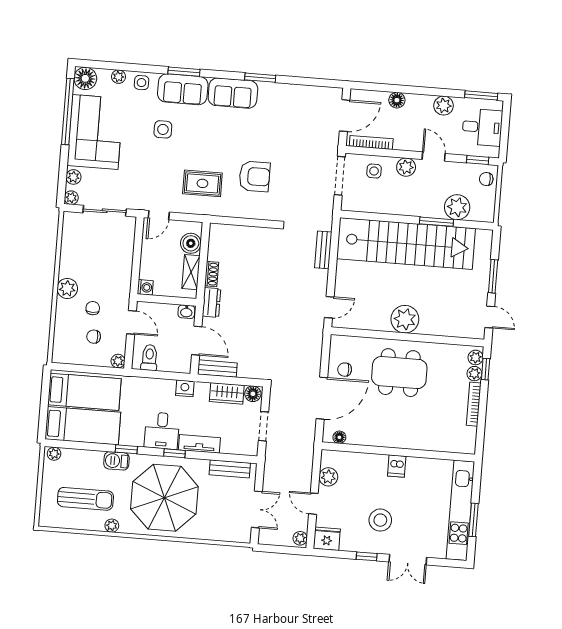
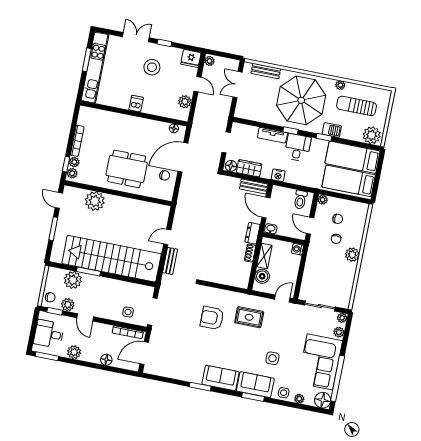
plant: (406, 167) -> (68, 305), moved
door: (329, 307) -> (167, 237), moved
plant: (405, 319) -> (95, 201), moved
plant: (54, 454) -> (372, 135), width x1.87, depth x1.87
bench: (230, 469) -> (266, 71), moved

